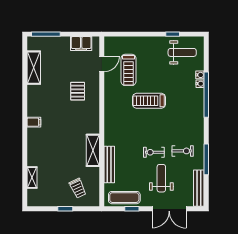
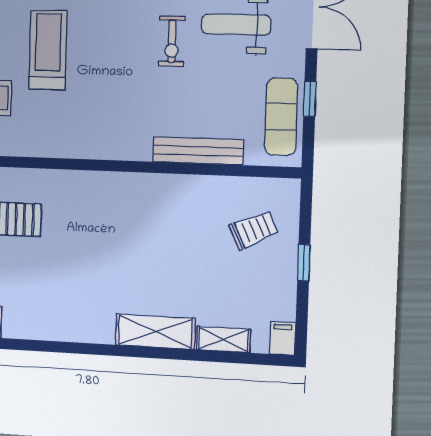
treadmill: (149, 101) -> (48, 50), turned 180
filing cabinet: (34, 122) -> (283, 338), moved
shelving: (93, 150) -> (155, 332), moved

